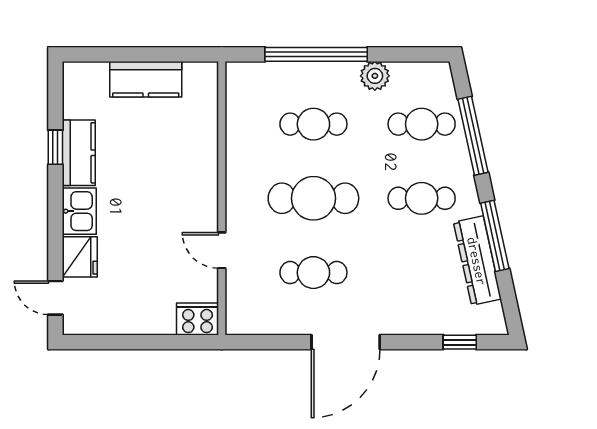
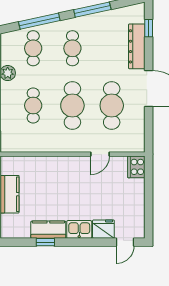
dresser: (477, 261) -> (137, 46), moved, turned 102
cafe table: (313, 273) -> (112, 106), width x1.37, depth x1.35

